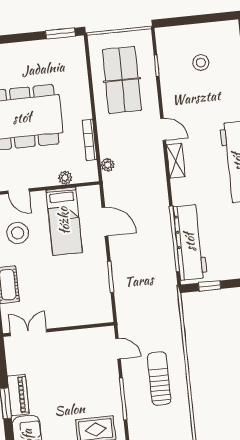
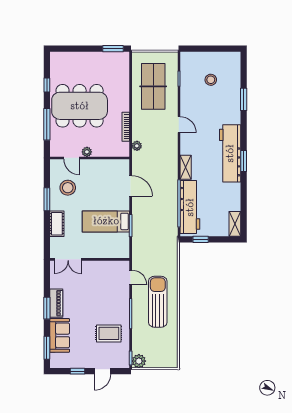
shelving: (176, 161) -> (186, 167), moved
plant: (65, 178) -> (87, 152), moved
bed: (64, 221) -> (106, 221), moved, turned 90
double door: (28, 333) -> (68, 259), swing flipped
sun lounger: (159, 378) -> (158, 302), width x1.36, depth x1.34

